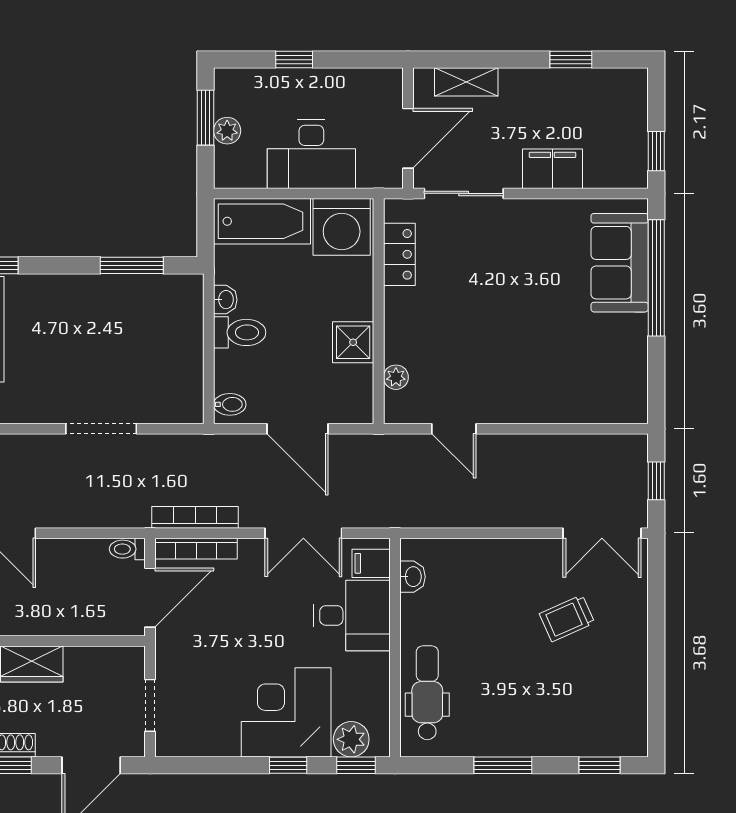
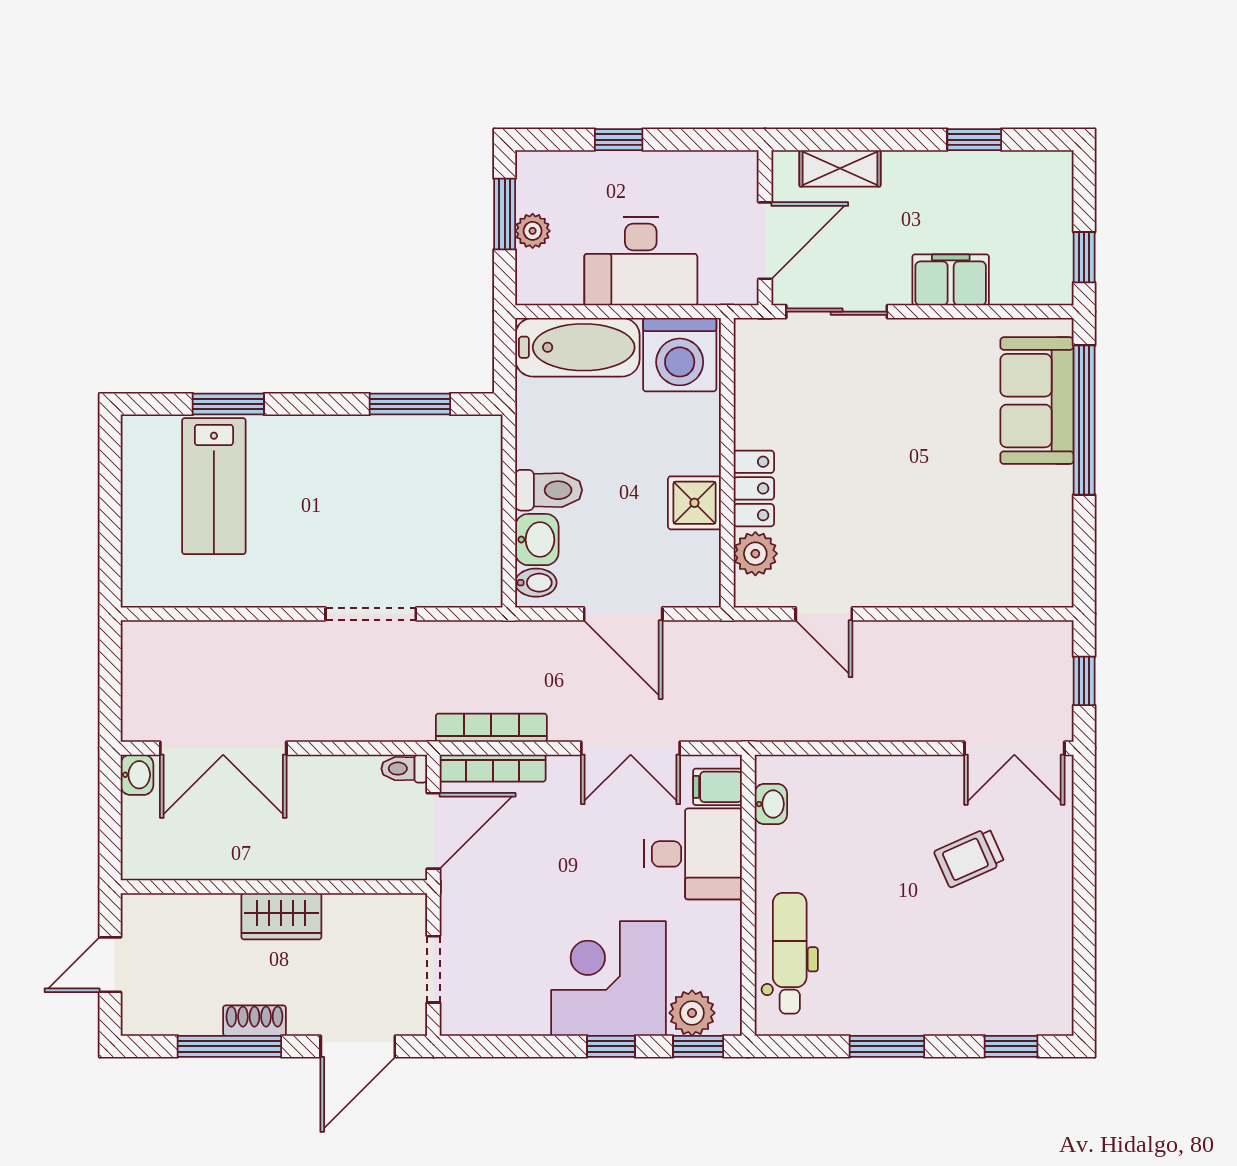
locker: (399, 254) -> (754, 488), moved
washbasin: (225, 300) -> (537, 540), moved, width x1.38, depth x1.45
plant: (396, 377) -> (755, 554), width x1.38, depth x1.38

